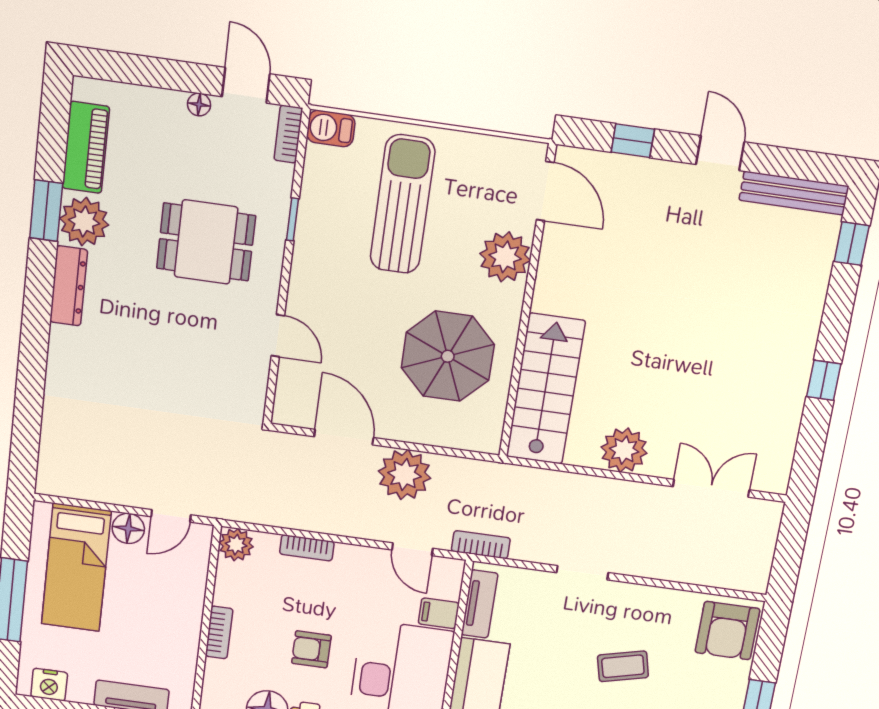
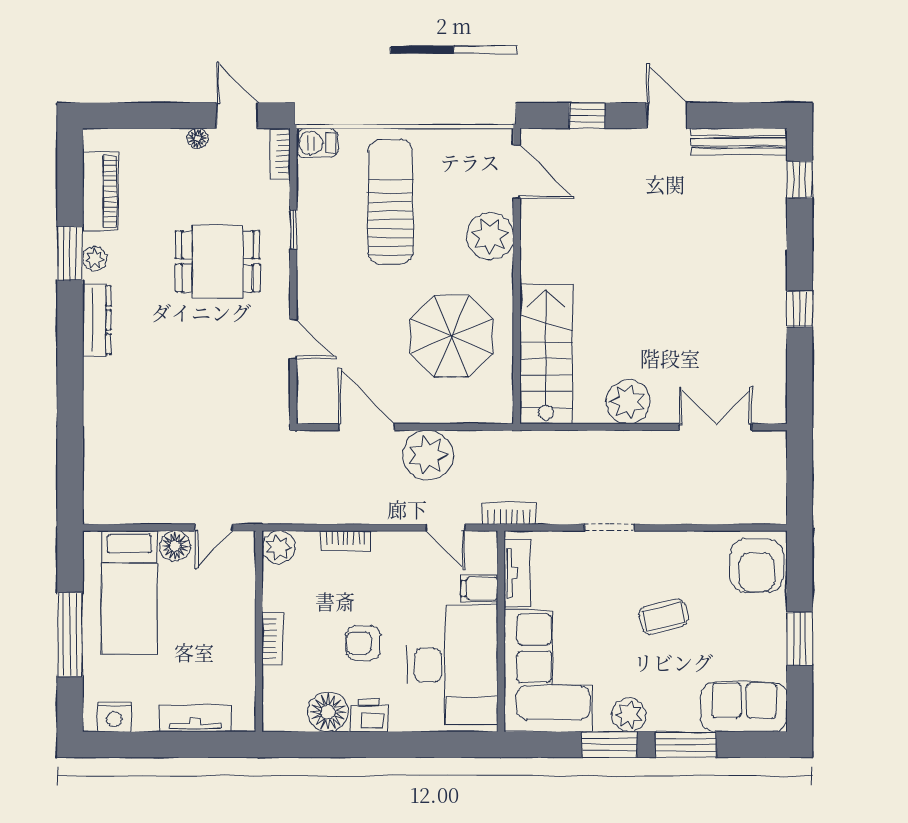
plant: (84, 222) -> (95, 258), width x0.53, depth x0.53

